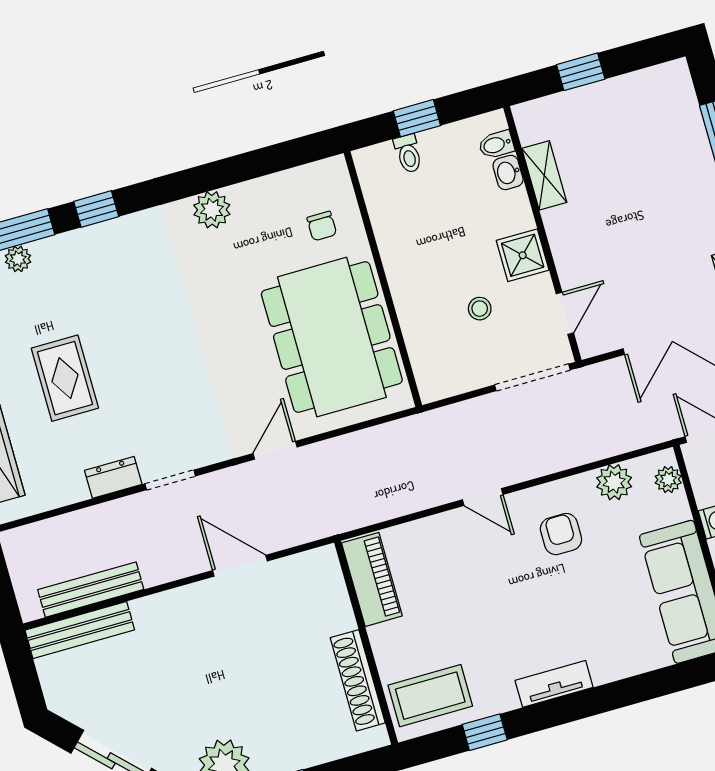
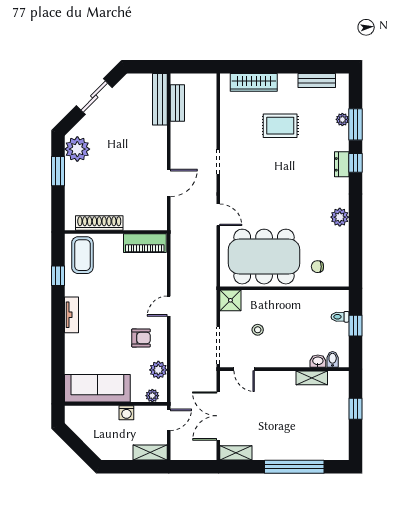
shower: (523, 255) -> (230, 300), moved
dresser: (113, 477) -> (342, 164), moved, turned 180
bench: (91, 590) -> (177, 103), width x0.73

